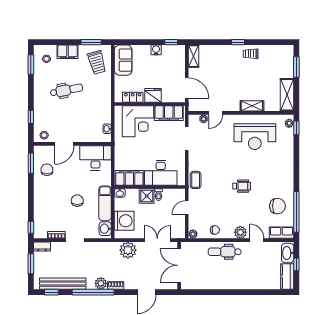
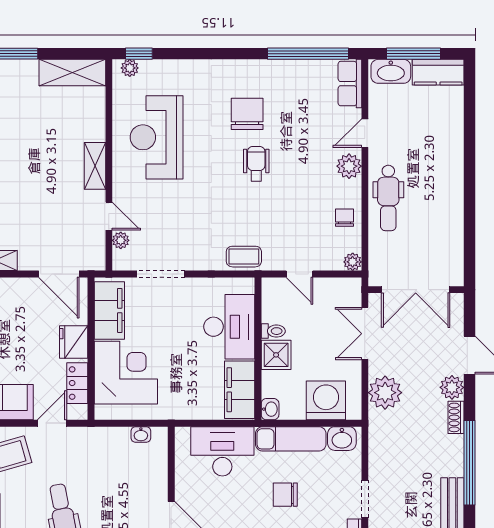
door: (113, 85) -> (52, 423), added
door: (187, 88) -> (59, 274), swing flipped
shelving: (252, 106) -> (95, 166), moved
reception desk: (255, 137) -> (157, 137), turned 180
desk: (95, 158) -> (222, 451), moved, turned 90
chair: (277, 206) -> (247, 114), moved
window: (296, 264) -> (413, 54), width x2.17
plant: (101, 283) -> (452, 387), moved

